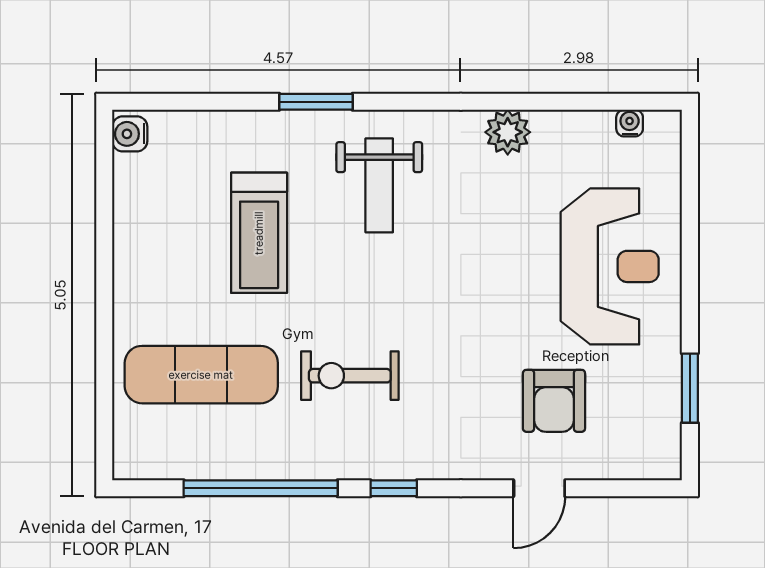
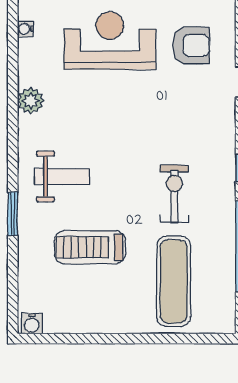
treadmill: (259, 233) -> (90, 247), turned 180
exercise bike: (350, 376) -> (174, 194), turned 180
armchair: (554, 401) -> (191, 45), moved

